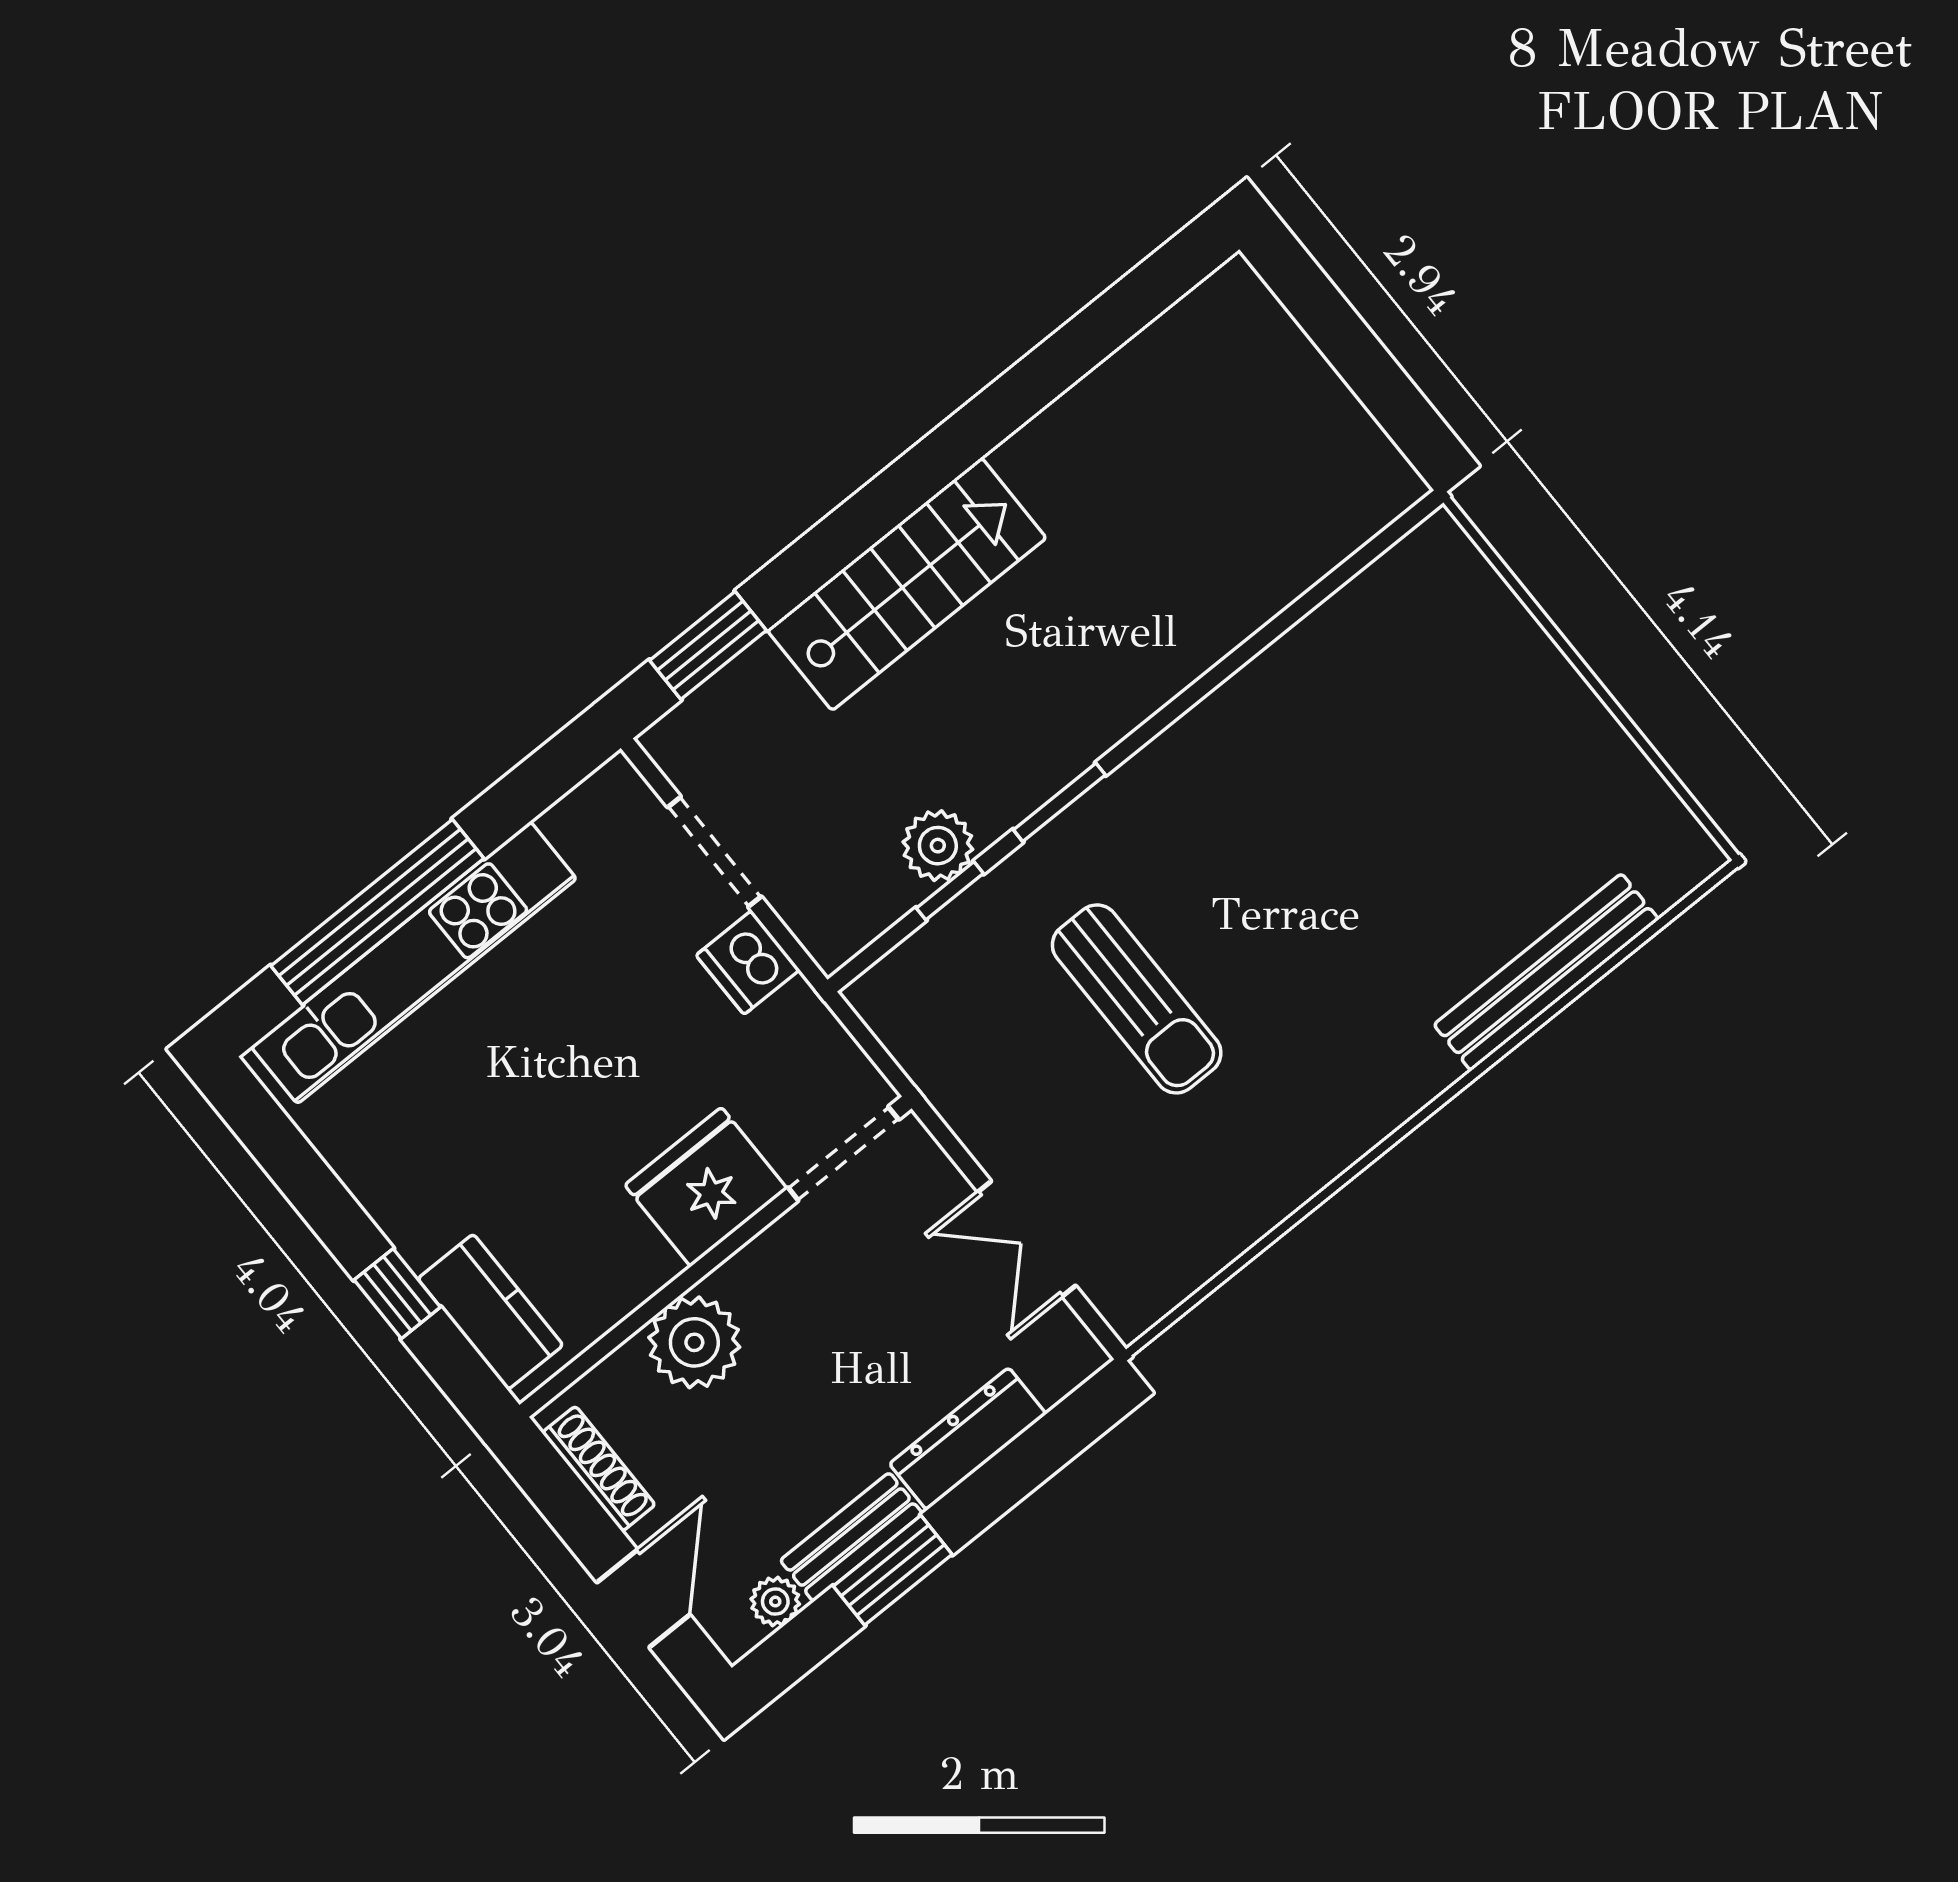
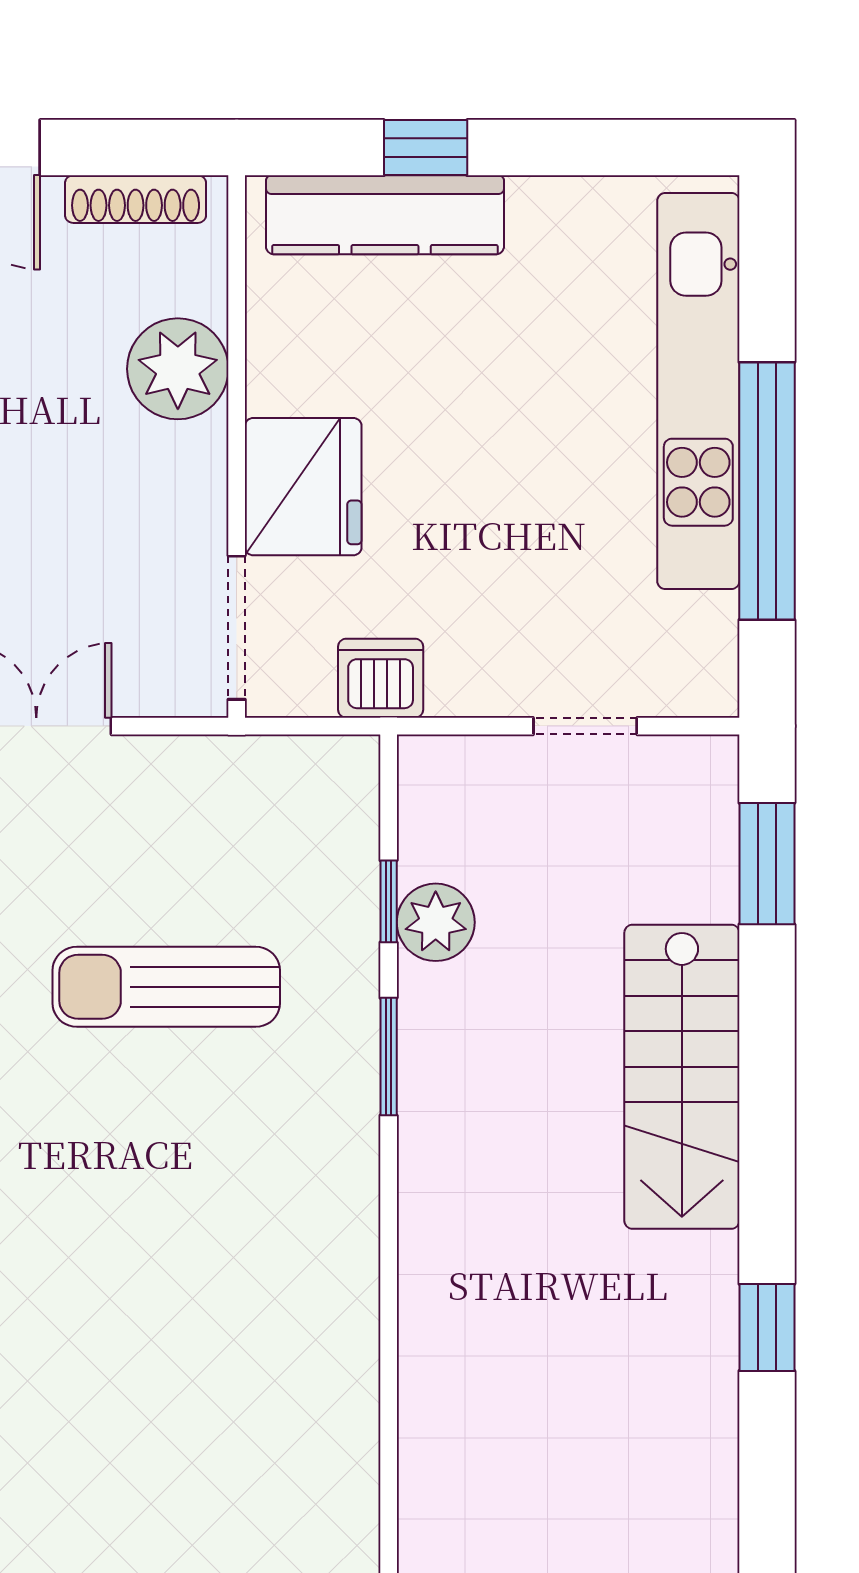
window: (1035, 382) -> (767, 1327), added
doorway: (714, 852) -> (585, 726), width x0.73
window: (377, 912) -> (767, 491), moved
dishwasher: (748, 962) -> (381, 678), moved
kitchen counter: (490, 1312) -> (385, 215), width x1.50

